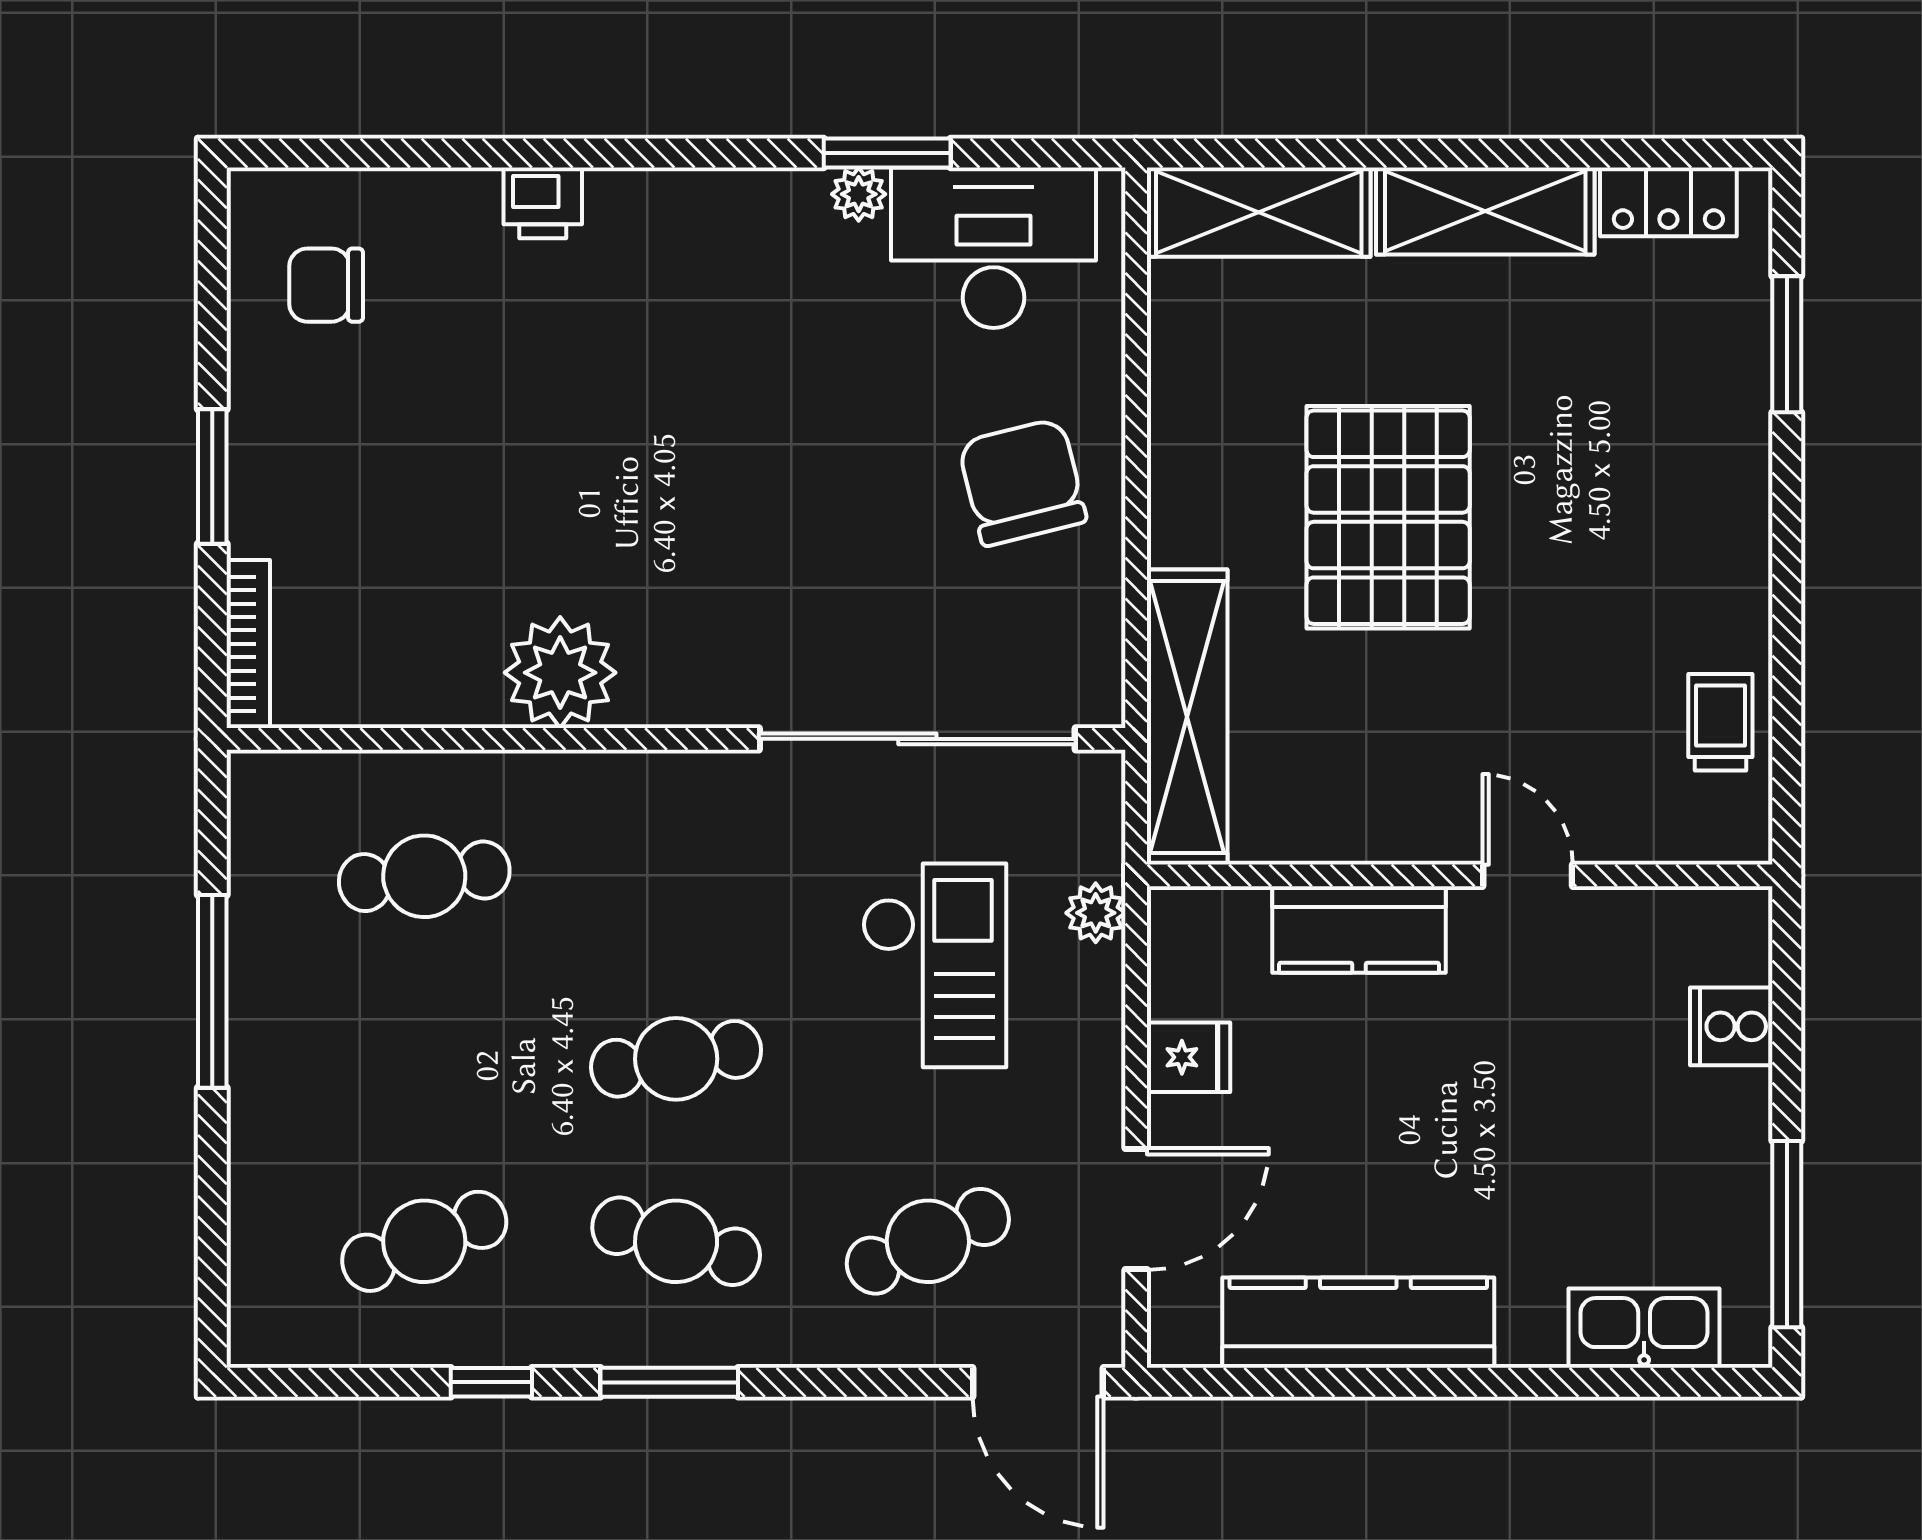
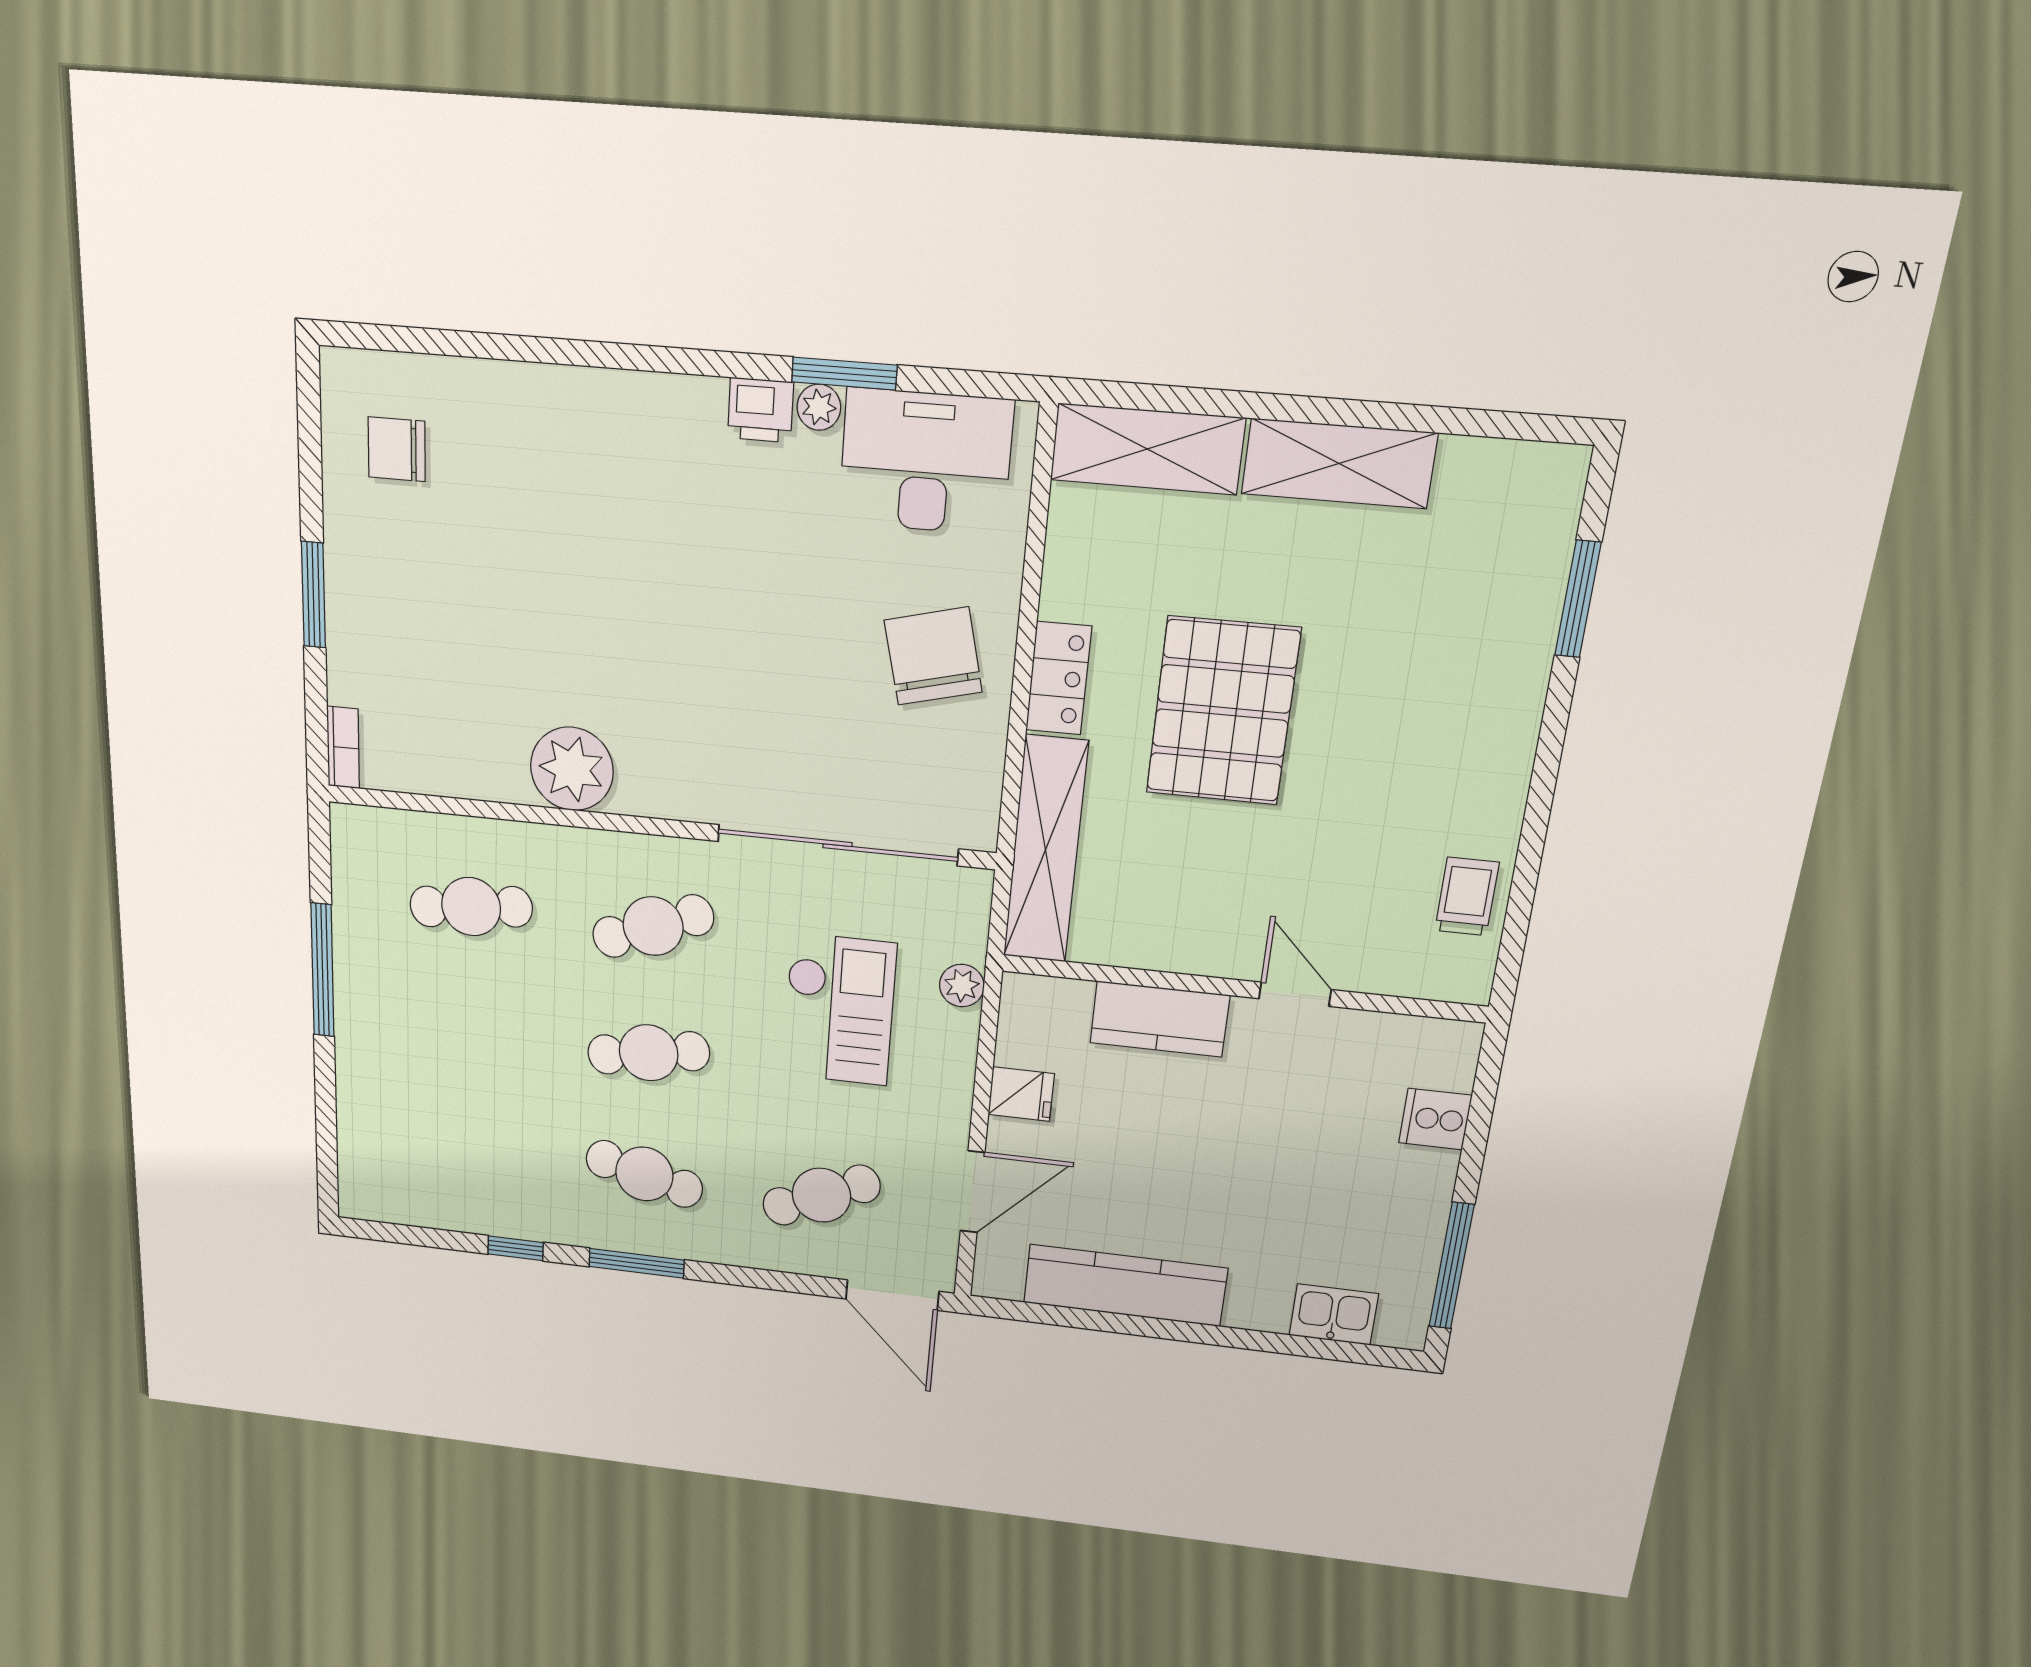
locker: (1668, 202) -> (1059, 678), moved, turned -90
printer: (543, 203) -> (761, 410), moved
bookcase: (248, 644) -> (343, 747), width x0.64
cafe table: (424, 1241) -> (653, 926), moved
kitchen sink: (1644, 1328) -> (1334, 1315), width x0.73

